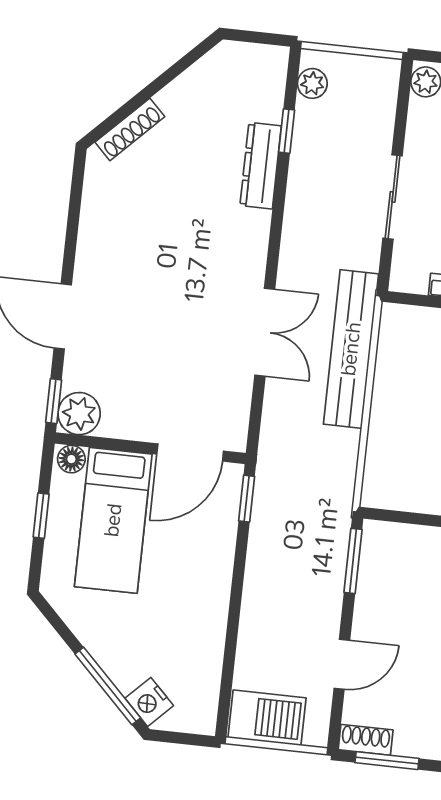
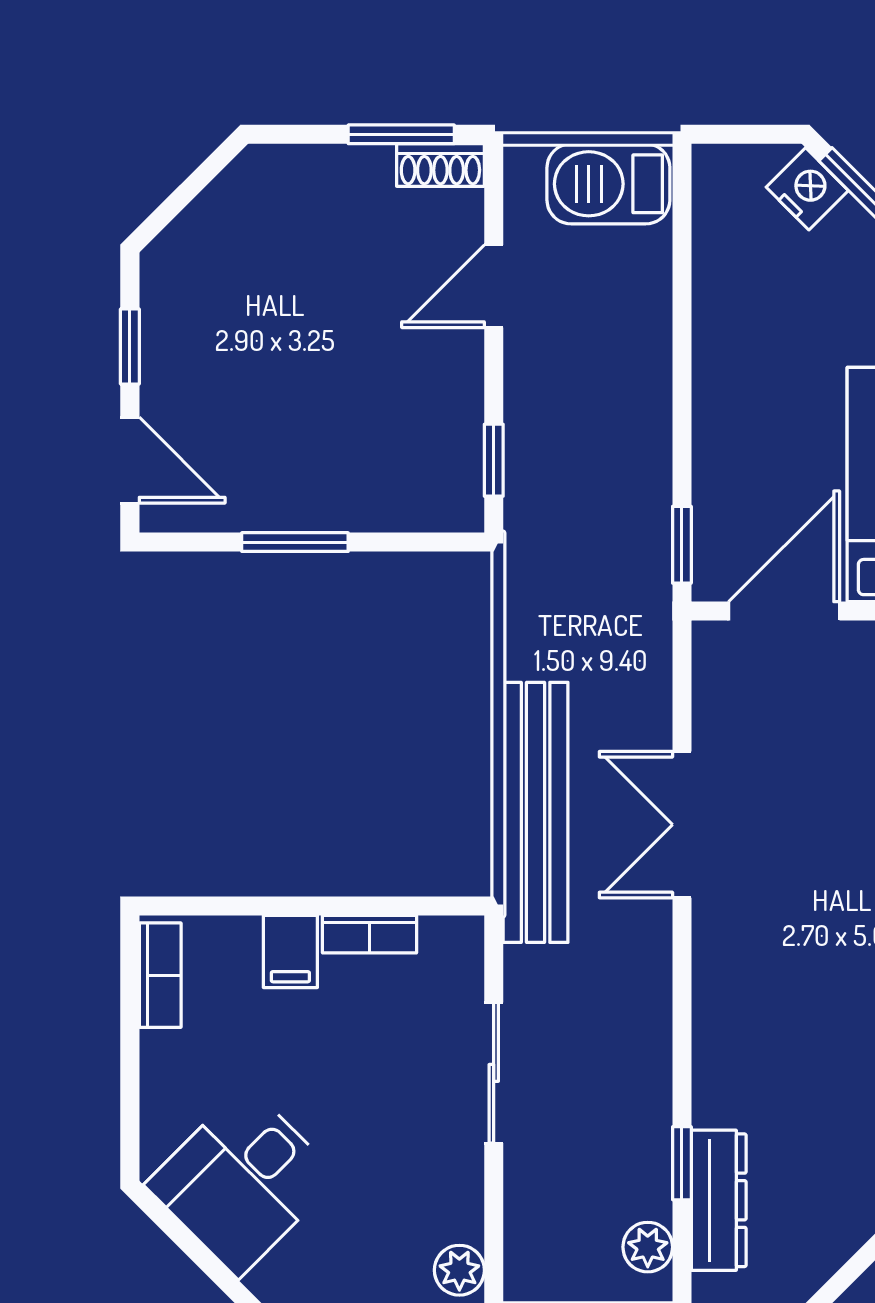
dresser: (261, 166) -> (719, 1200), moved
window: (353, 561) -> (494, 460), width x0.67

